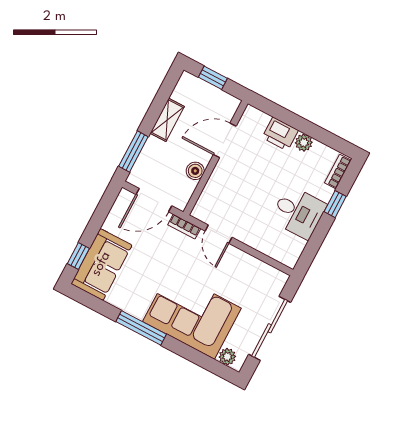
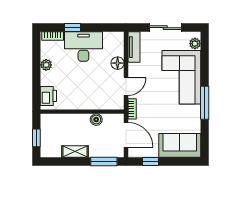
printer: (280, 134) -> (48, 96), moved
door: (225, 140) -> (69, 112), removed
desk: (298, 212) -> (83, 47), width x1.37
floor lamp: (256, 239) -> (118, 63), added
window: (78, 256) -> (150, 162), moved
tv unit: (266, 273) -> (134, 47), added
sliding door: (270, 328) -> (165, 28), width x0.73

